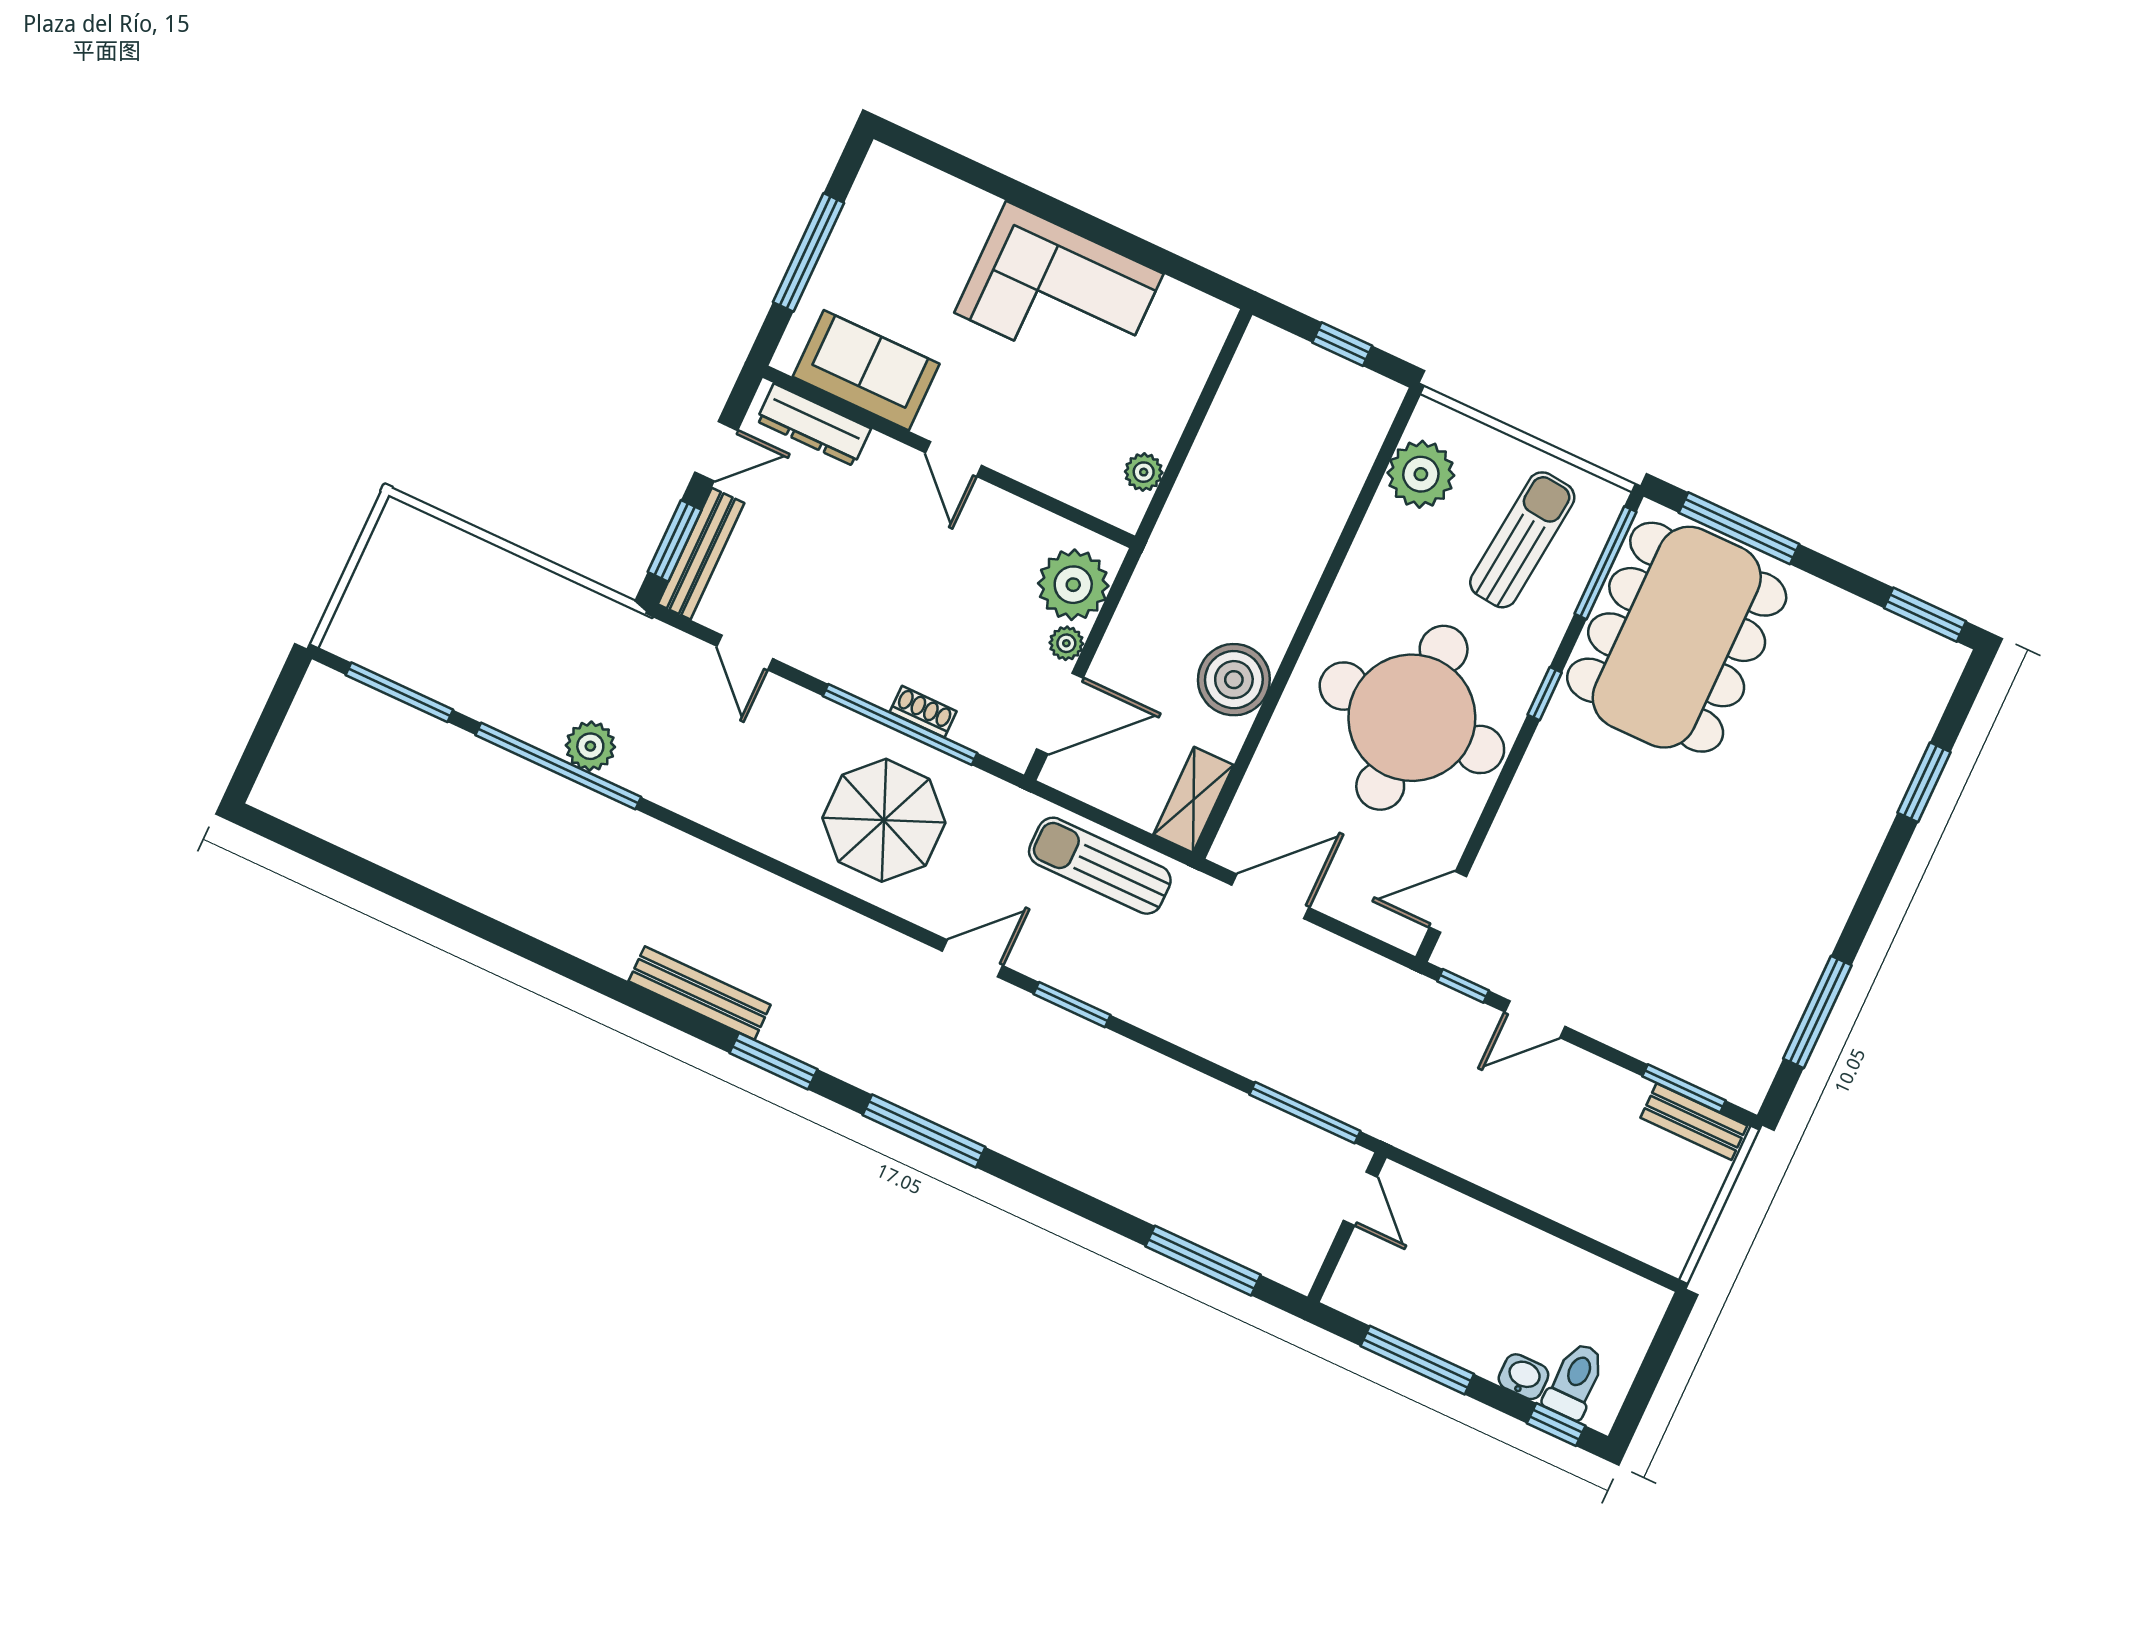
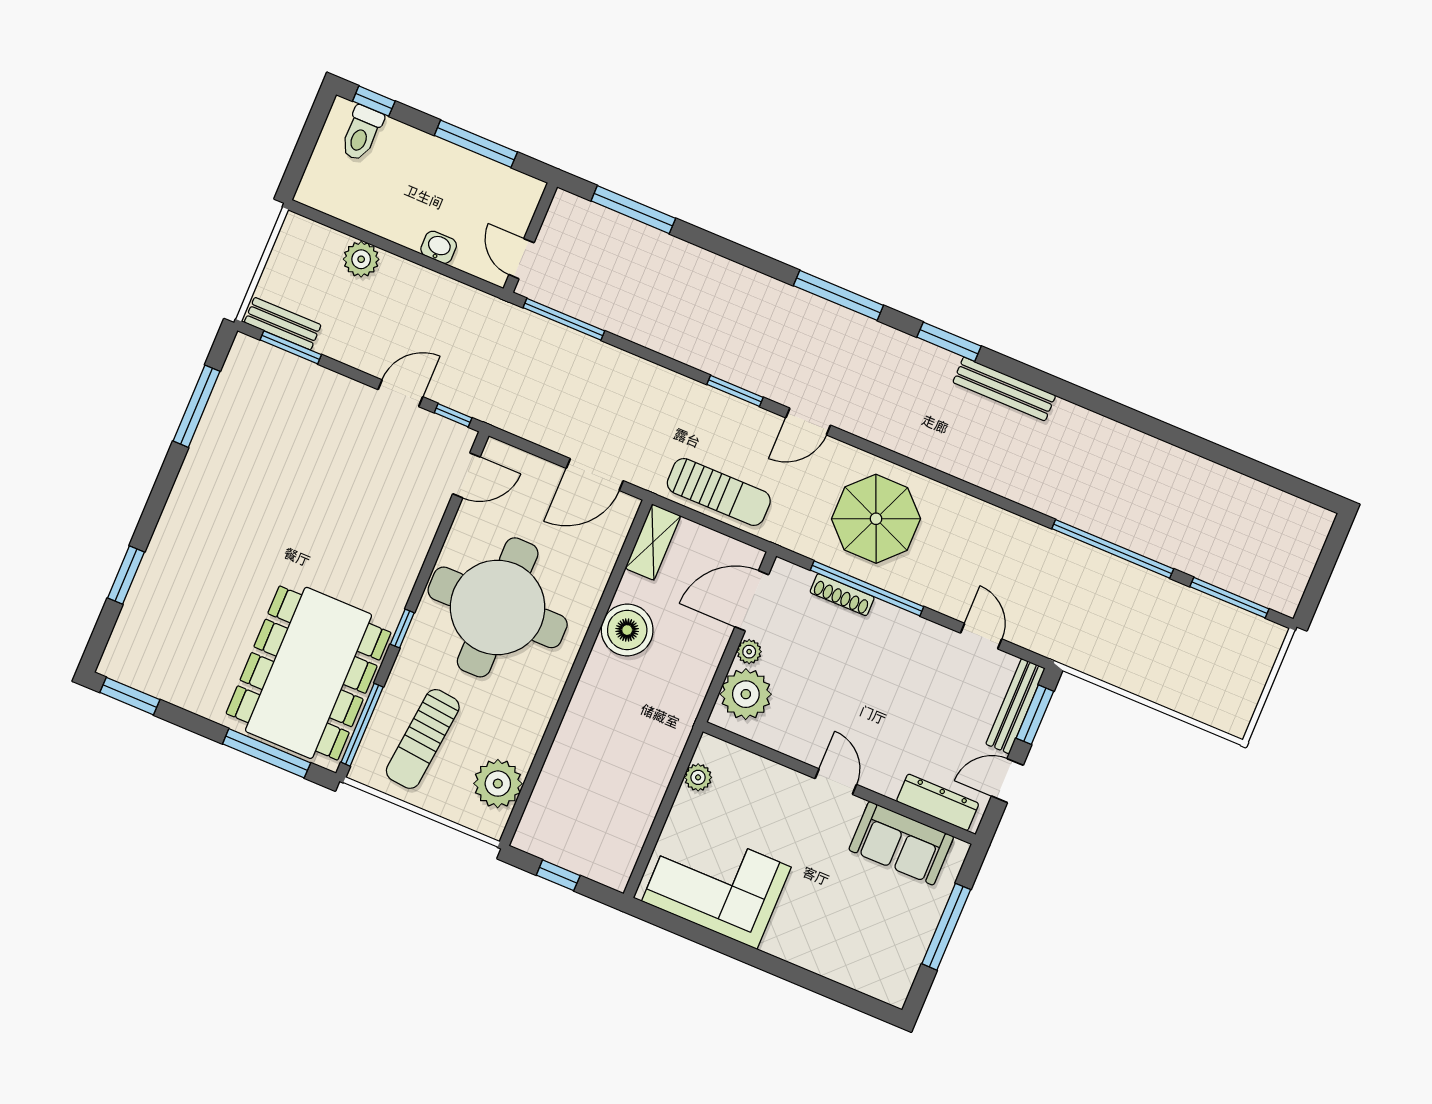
corner sofa: (1059, 293) -> (716, 884), moved
shoe rack: (923, 712) -> (842, 595), width x1.43
plant: (590, 746) -> (361, 259), moved
washbasin: (1523, 1377) -> (439, 247), moved, turned 180

